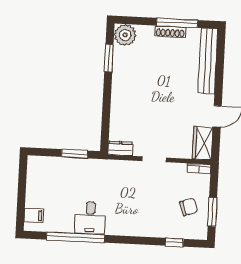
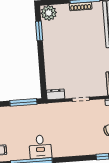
window: (75, 154) -> (23, 102), width x1.44

